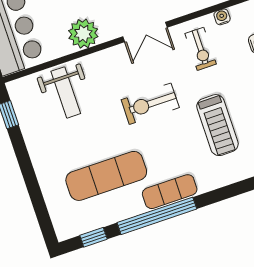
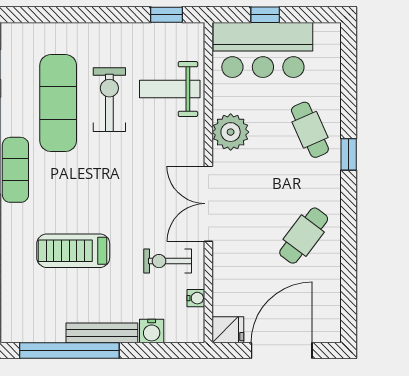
double door: (145, 32) -> (208, 204), width x1.37
exercise bike: (150, 104) -> (109, 100), moved

